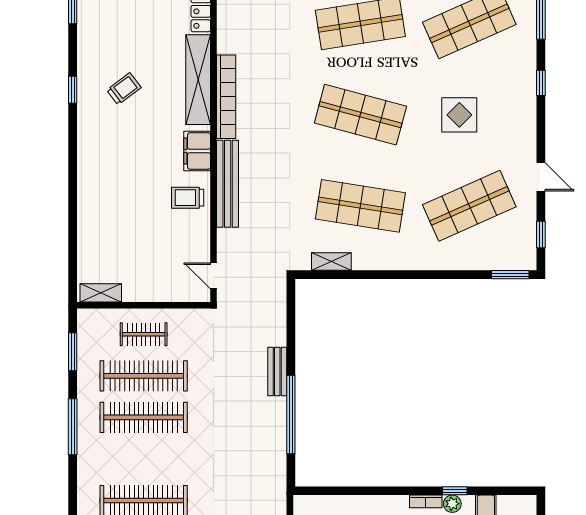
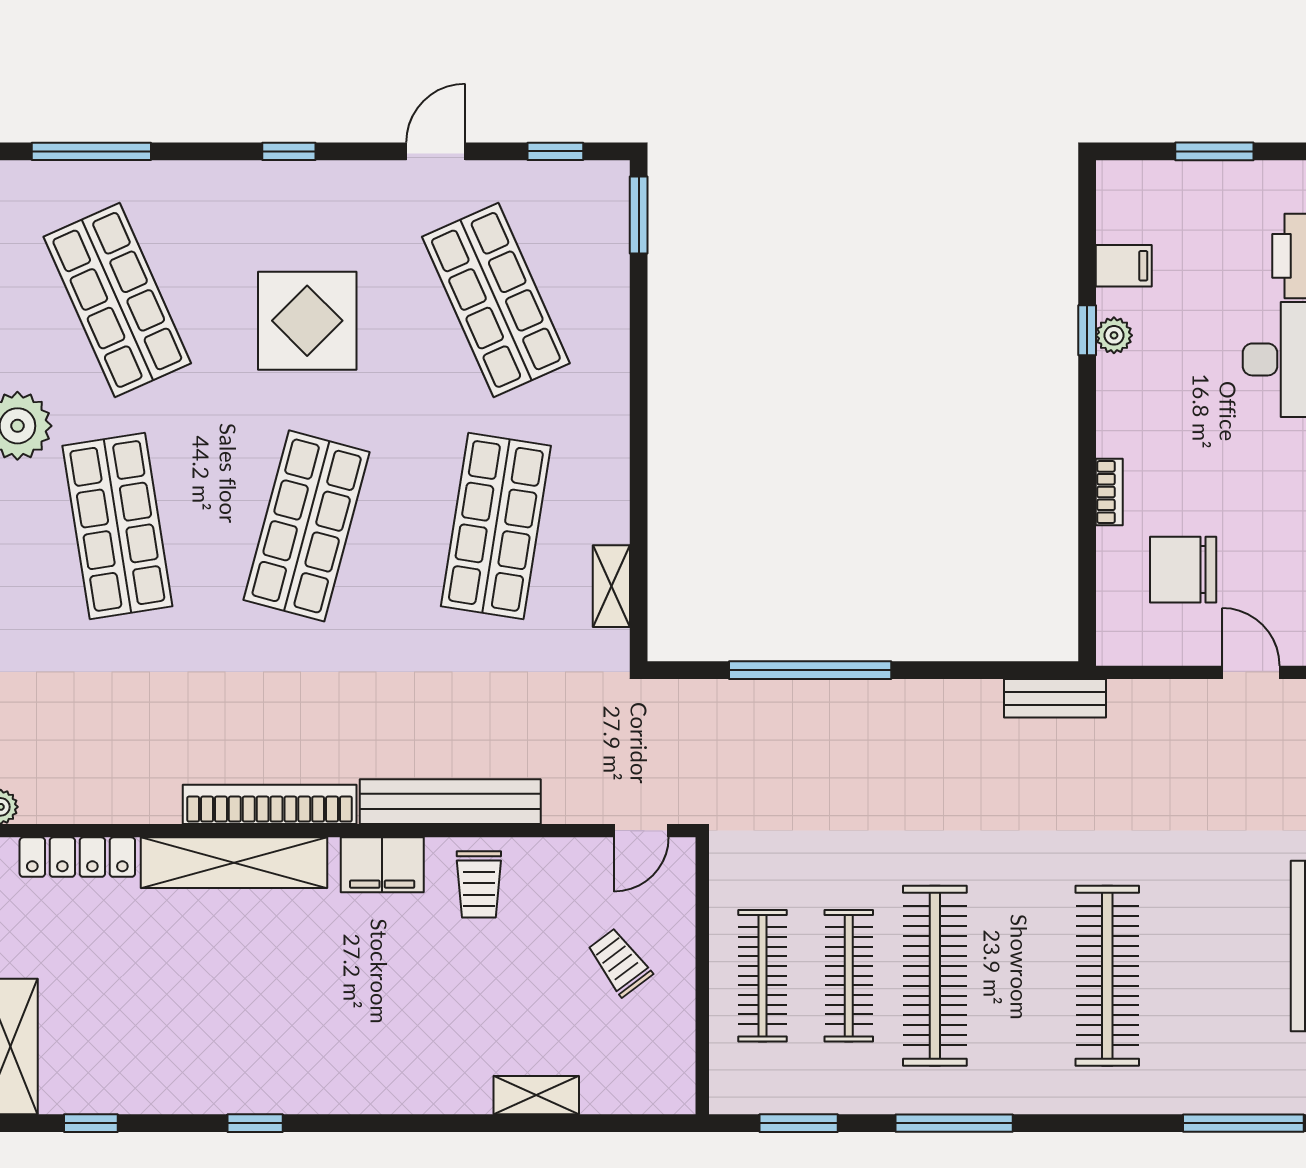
window: (541, 83) -> (289, 151), moved
trolley: (124, 89) -> (620, 962), moved
display table: (459, 115) -> (307, 321), width x1.36, depth x1.36
shelving: (101, 293) -> (536, 1095), moved, turned 90
clothes rail: (144, 334) -> (762, 976), width x1.36
bench: (277, 372) -> (1055, 698), moved
clothes rail: (144, 376) -> (849, 976), width x0.73, depth x0.76
window: (291, 414) -> (810, 670), moved
bookcase: (426, 501) -> (1109, 492), moved

